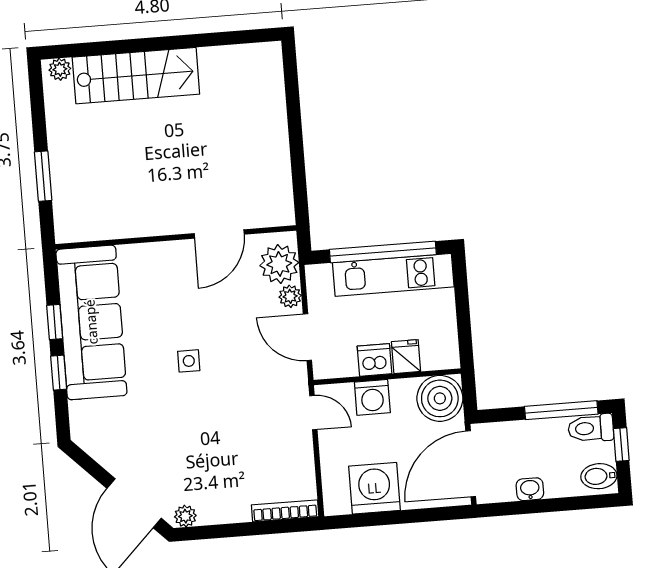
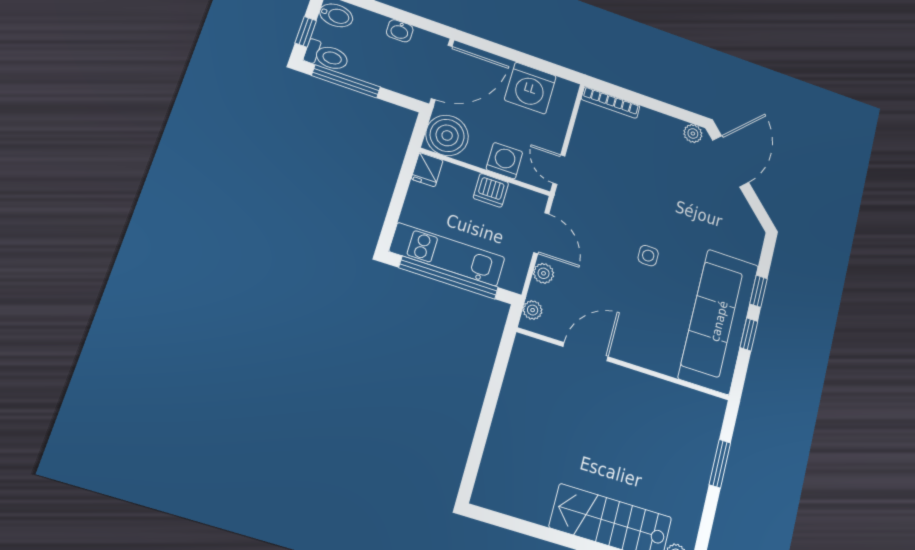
plant: (279, 264) -> (533, 310), width x0.53, depth x0.53
fridge: (406, 357) -> (427, 170), moved

